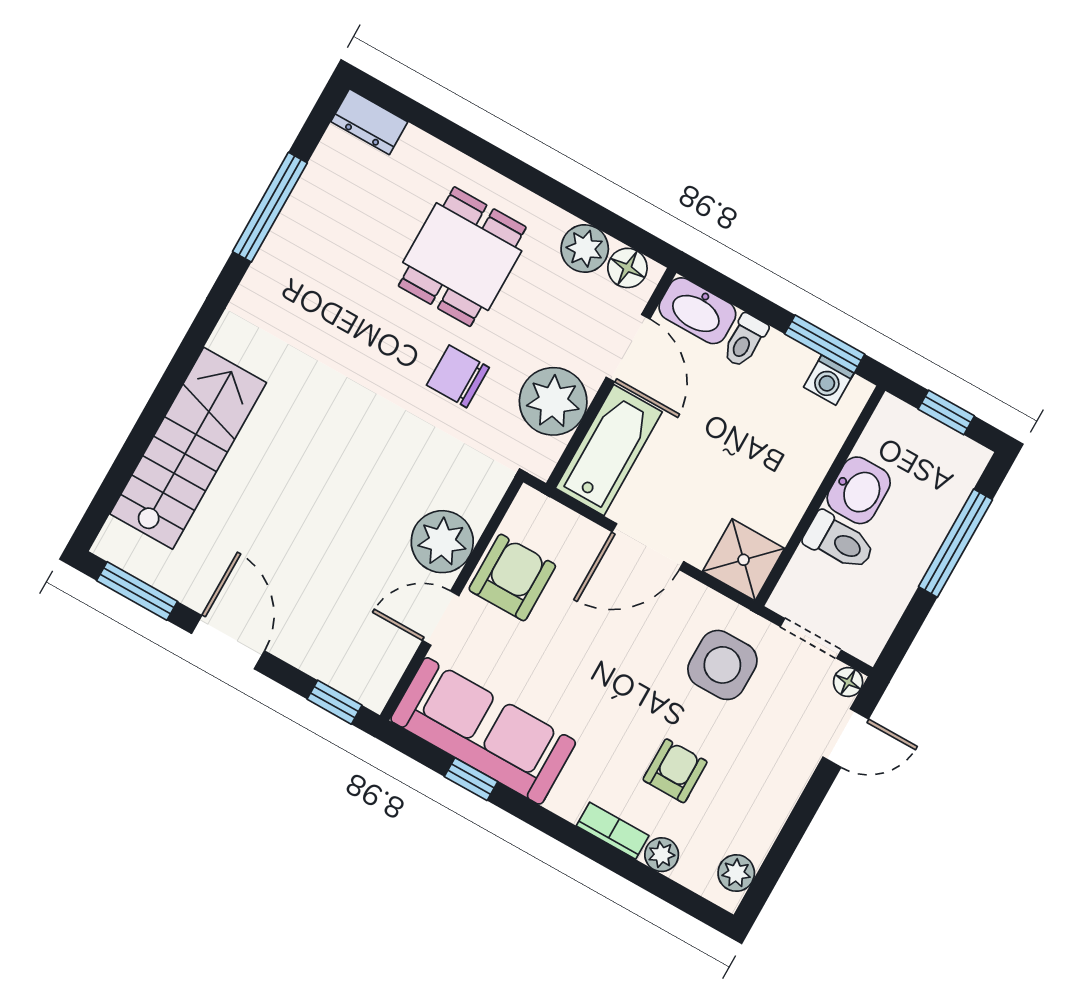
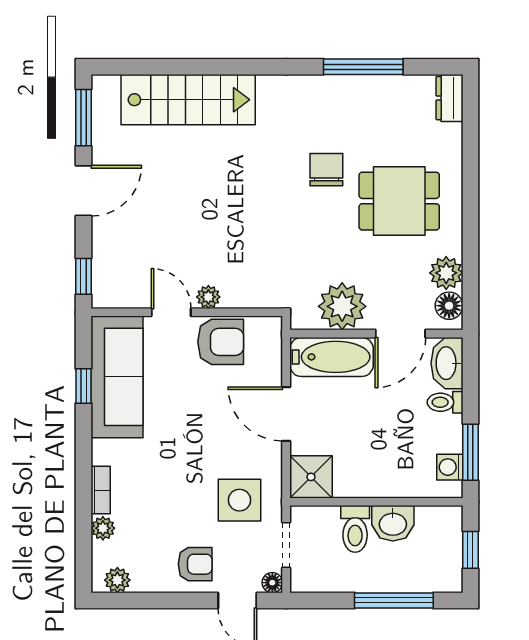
chair: (458, 376) -> (326, 170), moved
plant: (442, 542) -> (208, 297), width x0.53, depth x0.53
armchair: (675, 771) -> (195, 564), moved

